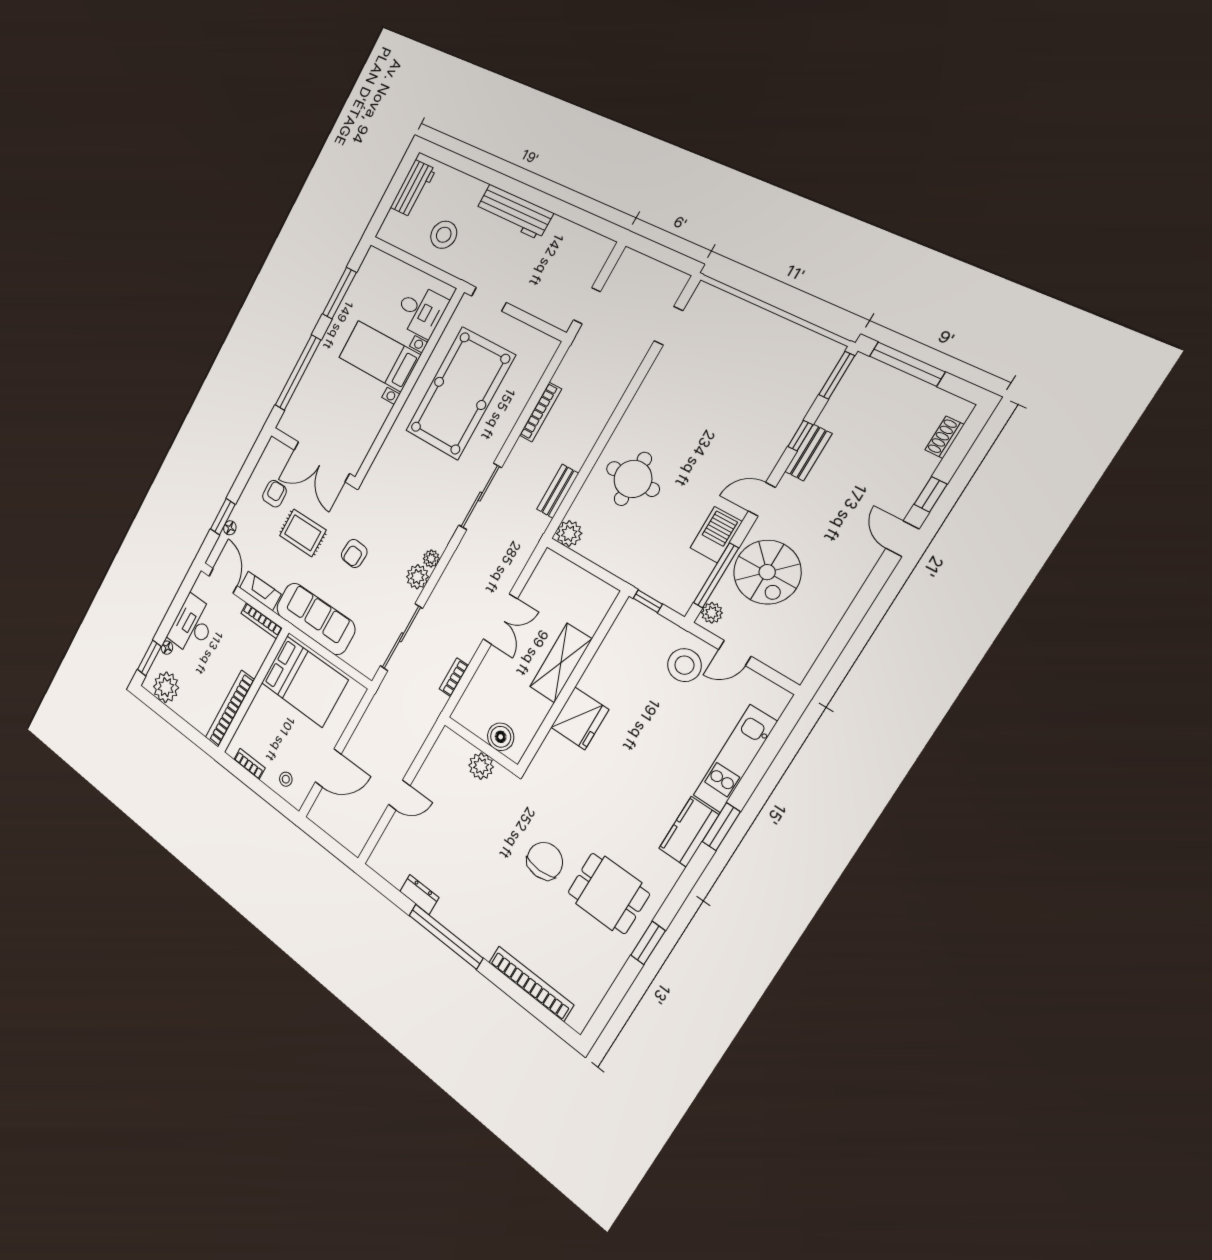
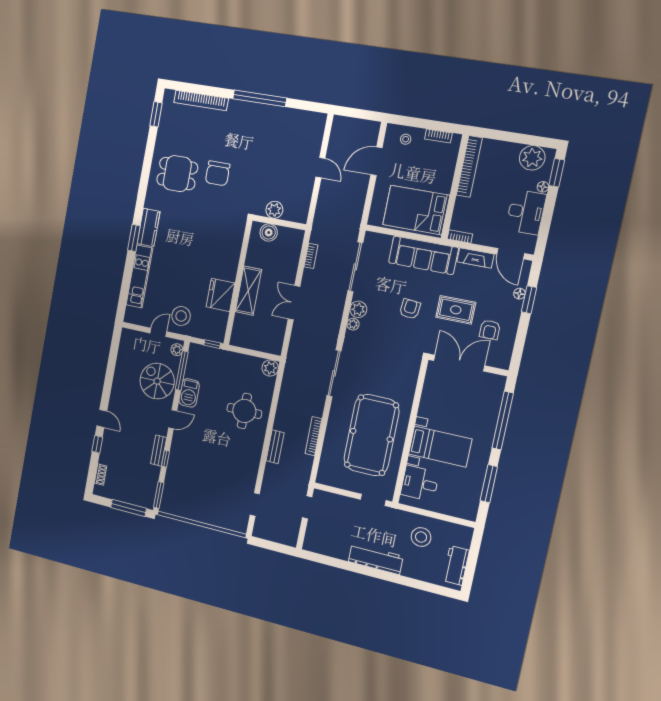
bench: (558, 491) -> (275, 447), moved
bookcase: (262, 621) -> (460, 236), width x0.64
fridge: (580, 718) -> (221, 295), moved
door: (399, 795) -> (320, 168), swing flipped
dresser: (419, 895) -> (285, 114), removed
window: (648, 943) -> (156, 114), moved

